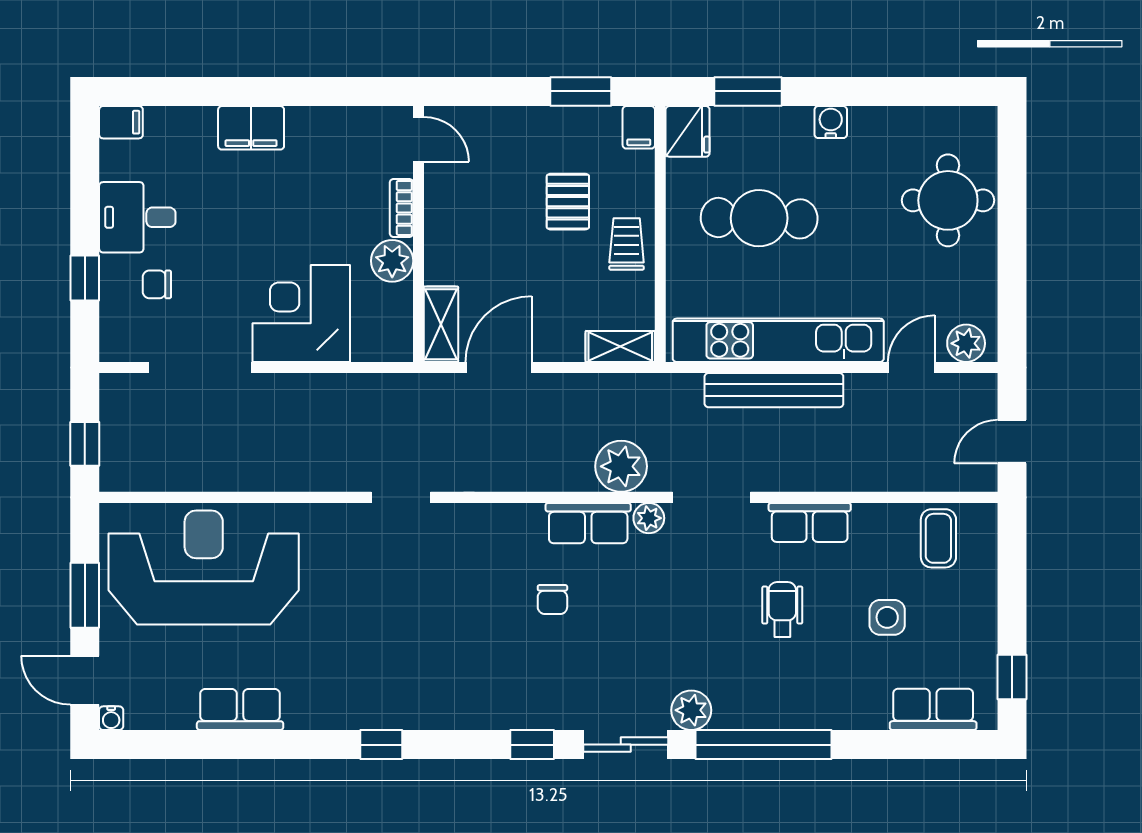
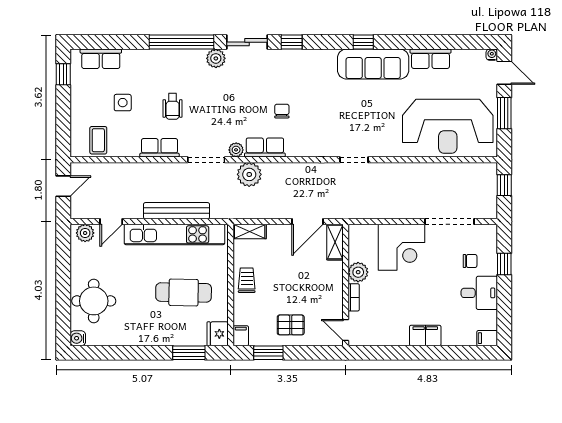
water cooler: (831, 122) -> (78, 338), moved, turned 90
pallet: (568, 202) -> (291, 325), moved, turned 90
trolley: (627, 244) -> (247, 280), turned 180
sofa: (361, 698) -> (373, 64), added

